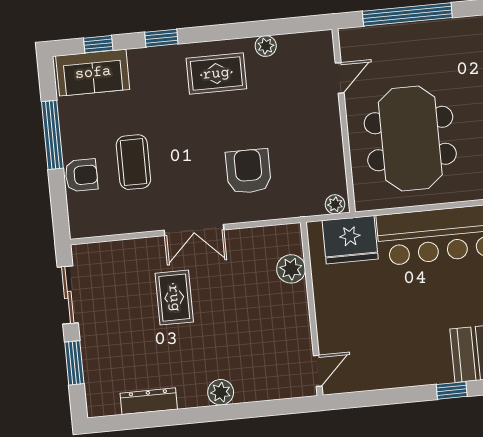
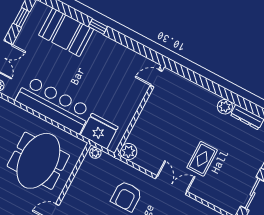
plant: (291, 269) -> (128, 152), moved
plant: (221, 392) -> (225, 107), moved

